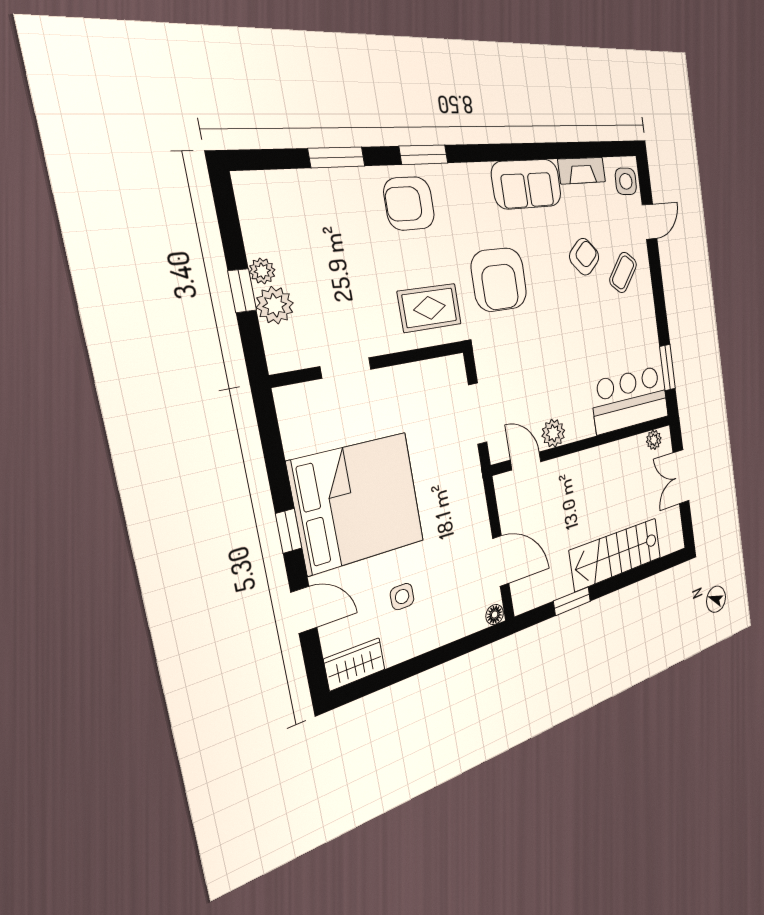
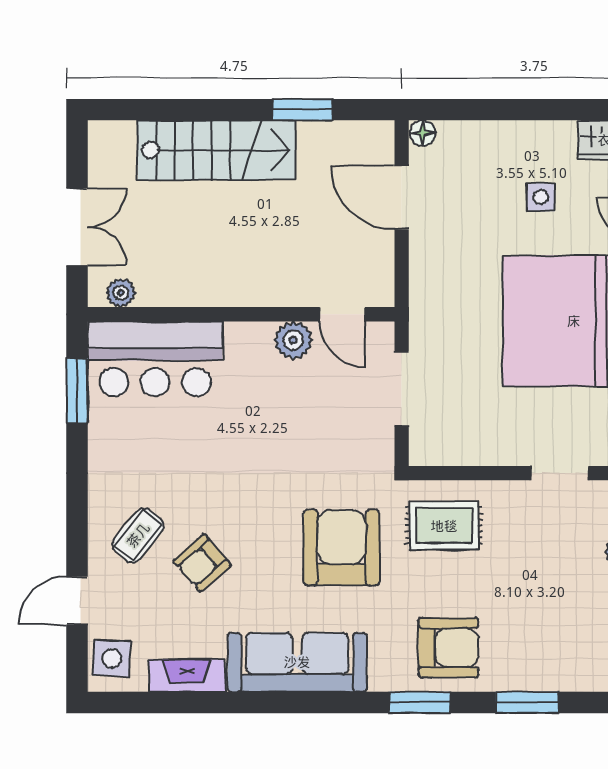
sofa: (527, 184) -> (297, 662), width x1.36

